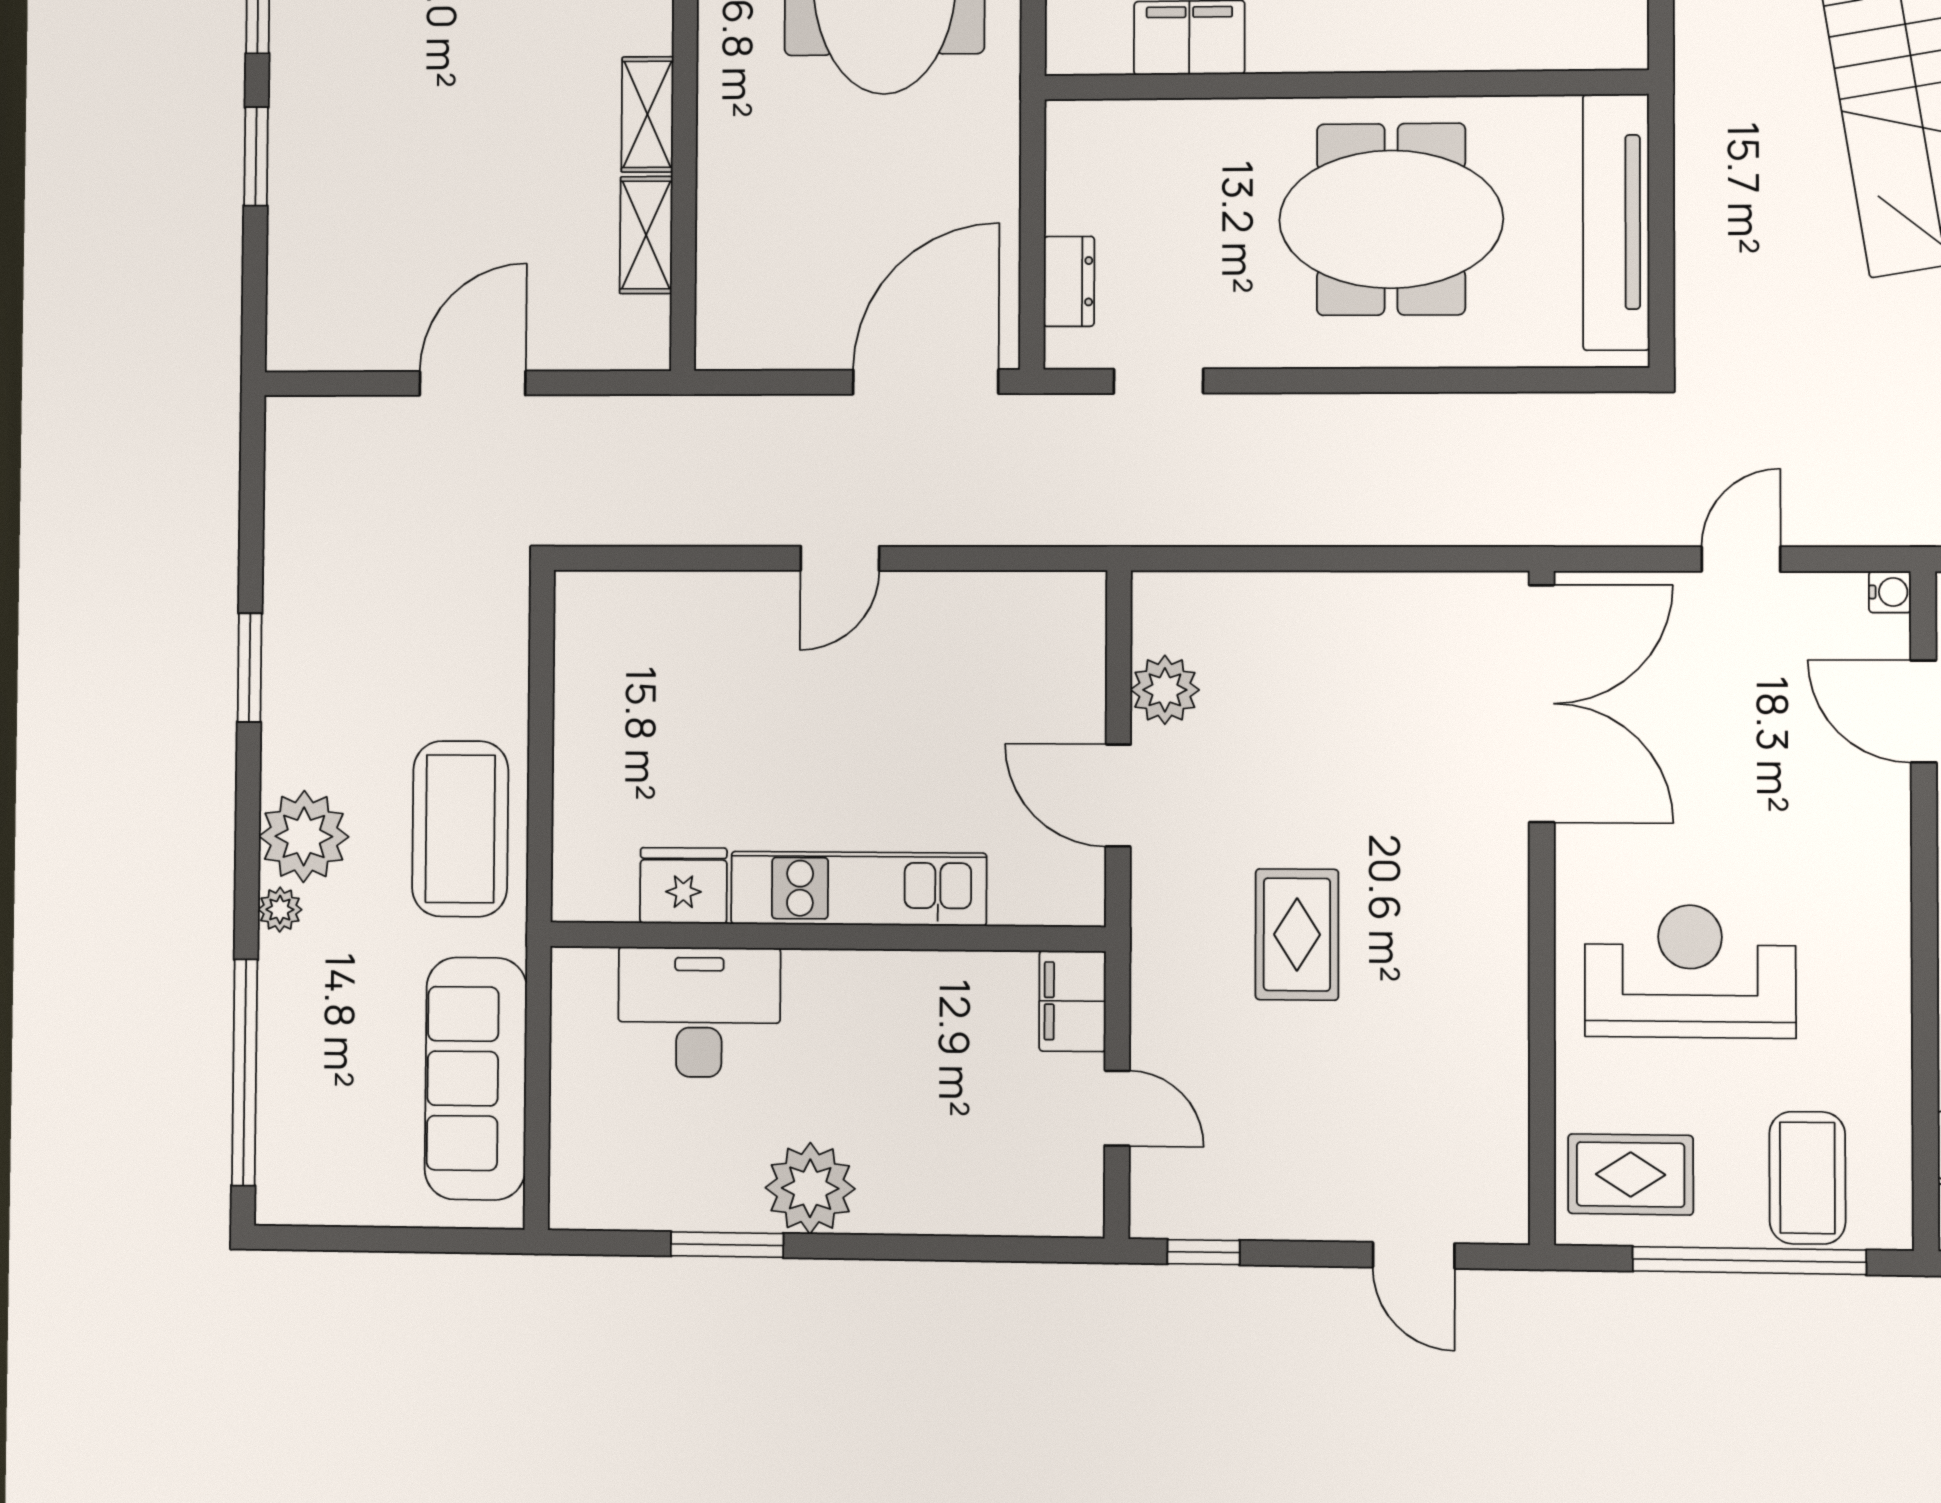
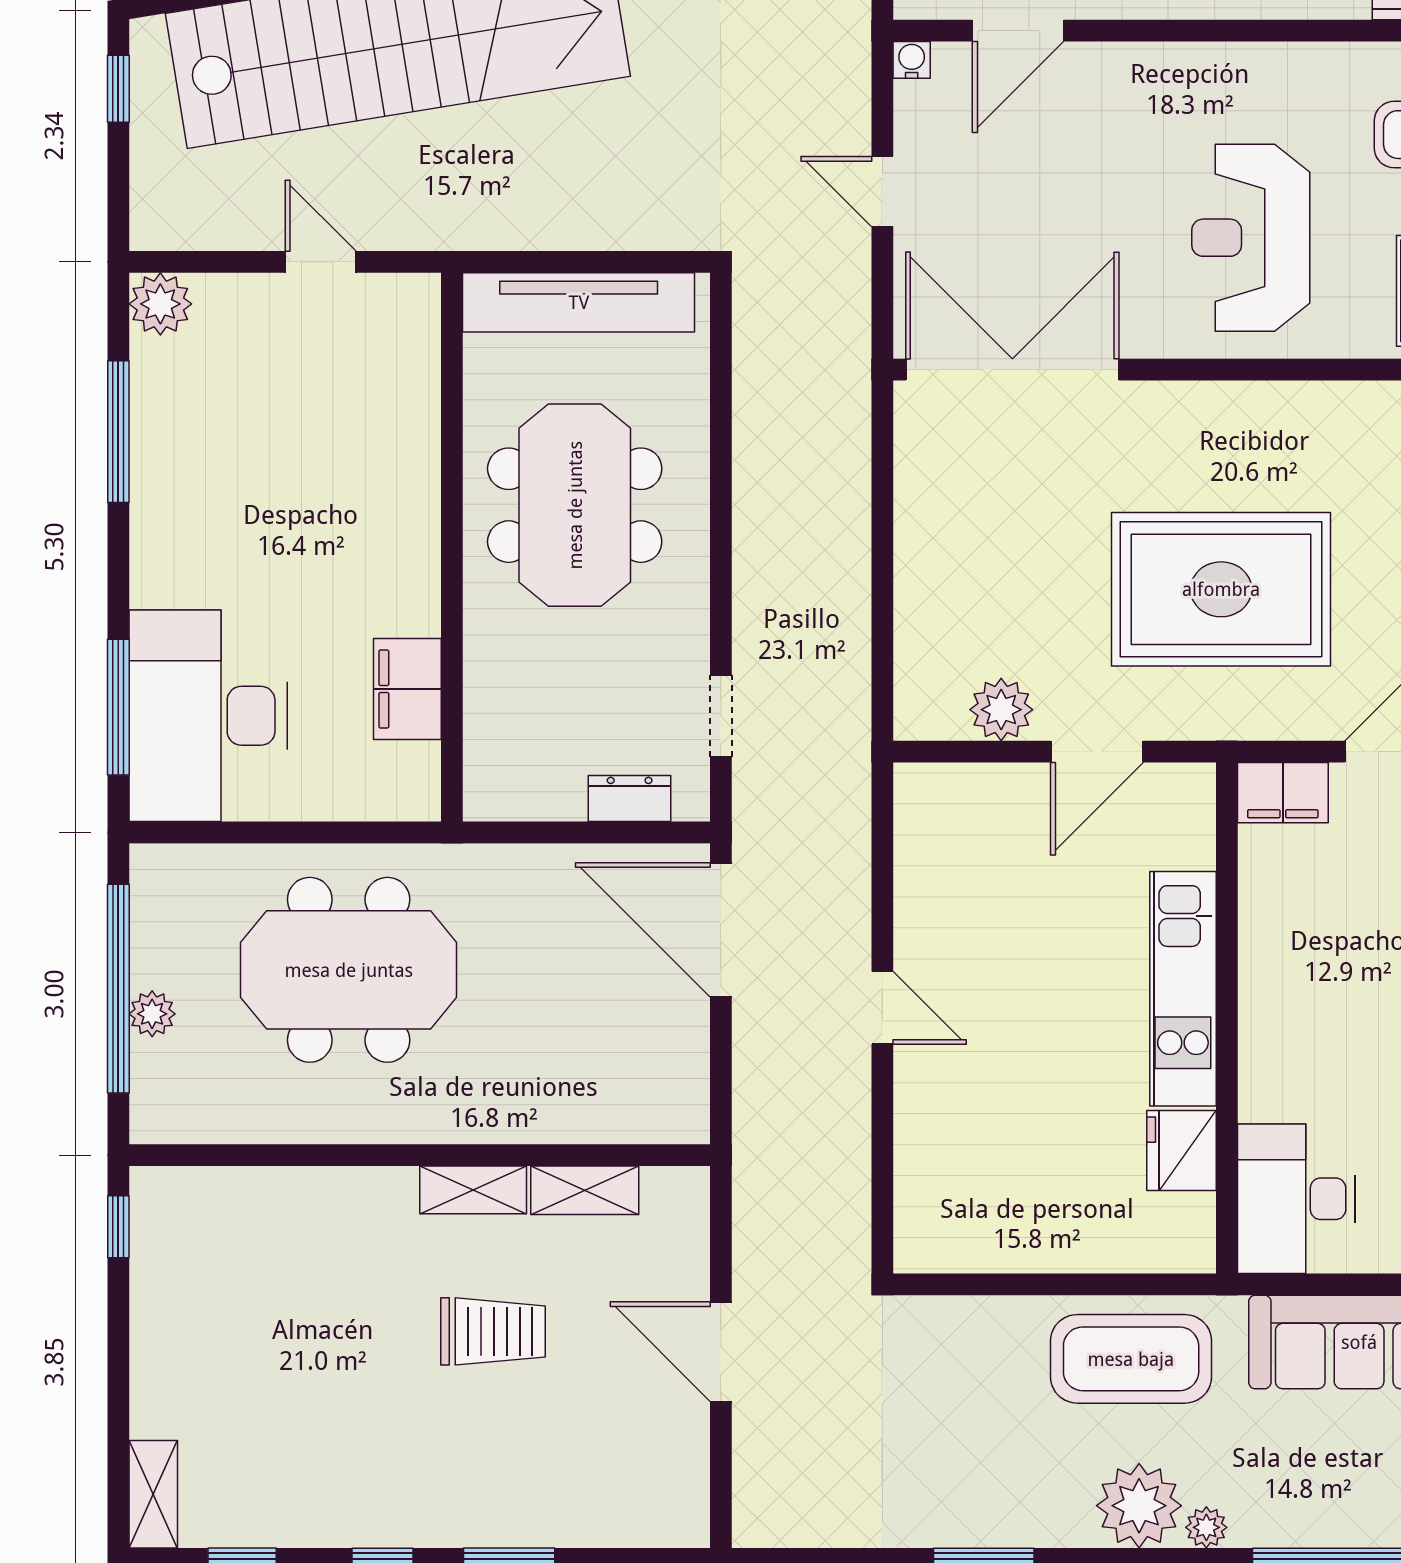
trolley: (496, 137) -> (493, 1331), added
rug: (1297, 934) -> (1221, 589), width x1.86, depth x2.06
desk: (699, 1012) -> (1296, 1199), moved

